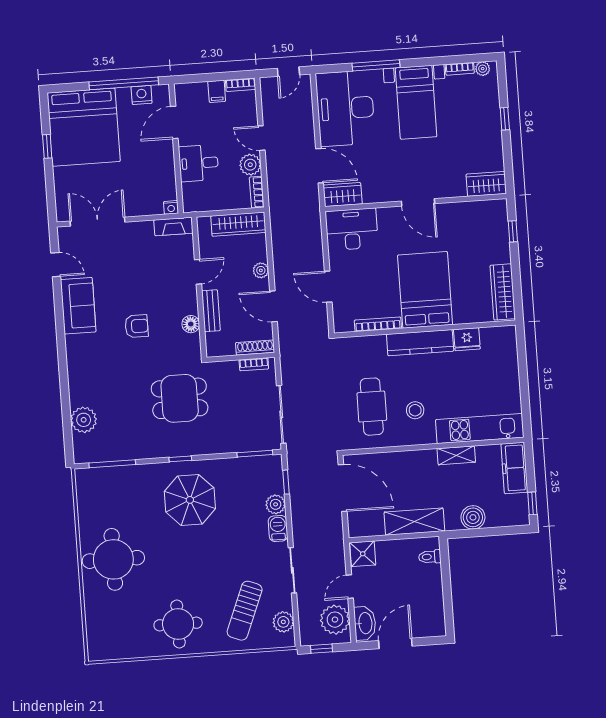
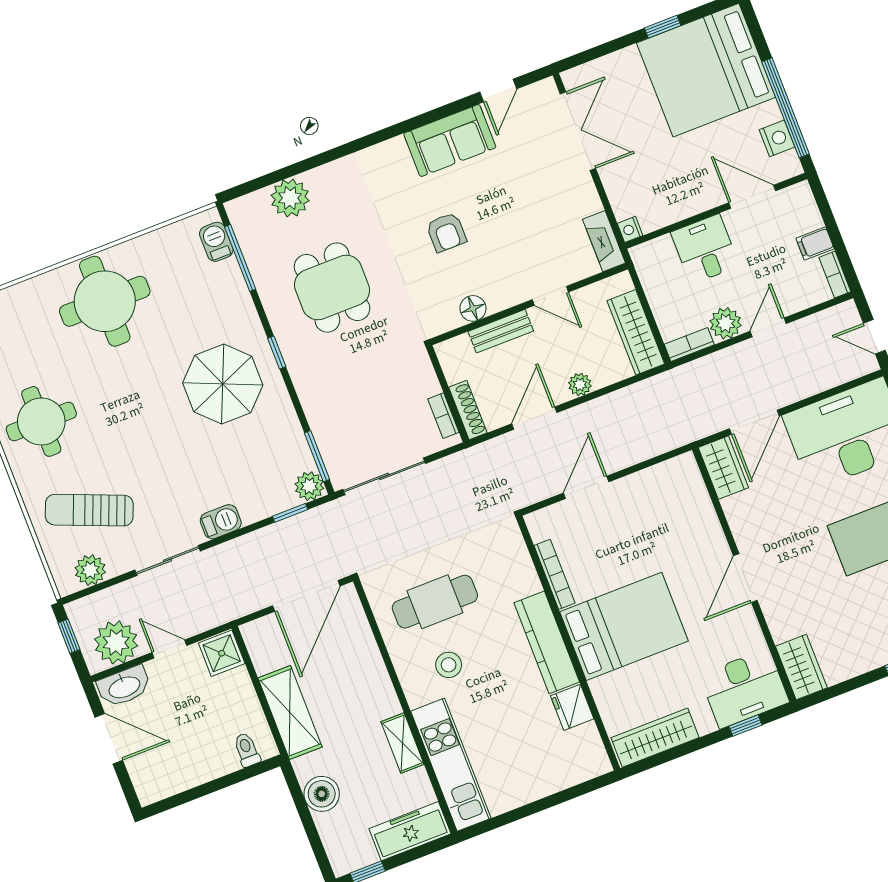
desk: (352, 229) -> (744, 688), moved, turned 90
dining table: (180, 398) -> (332, 288), moved
barbecue: (97, 476) -> (216, 242), added
plant: (276, 504) -> (309, 486), moved

